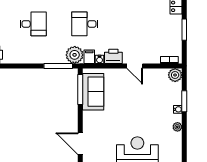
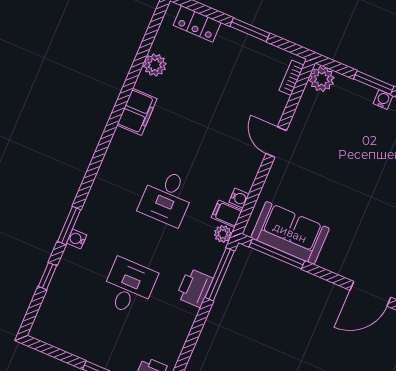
plant: (75, 55) -> (223, 234), width x0.53, depth x0.53
printer: (113, 56) -> (194, 288), moved
door: (135, 66) -> (276, 142), swing flipped

